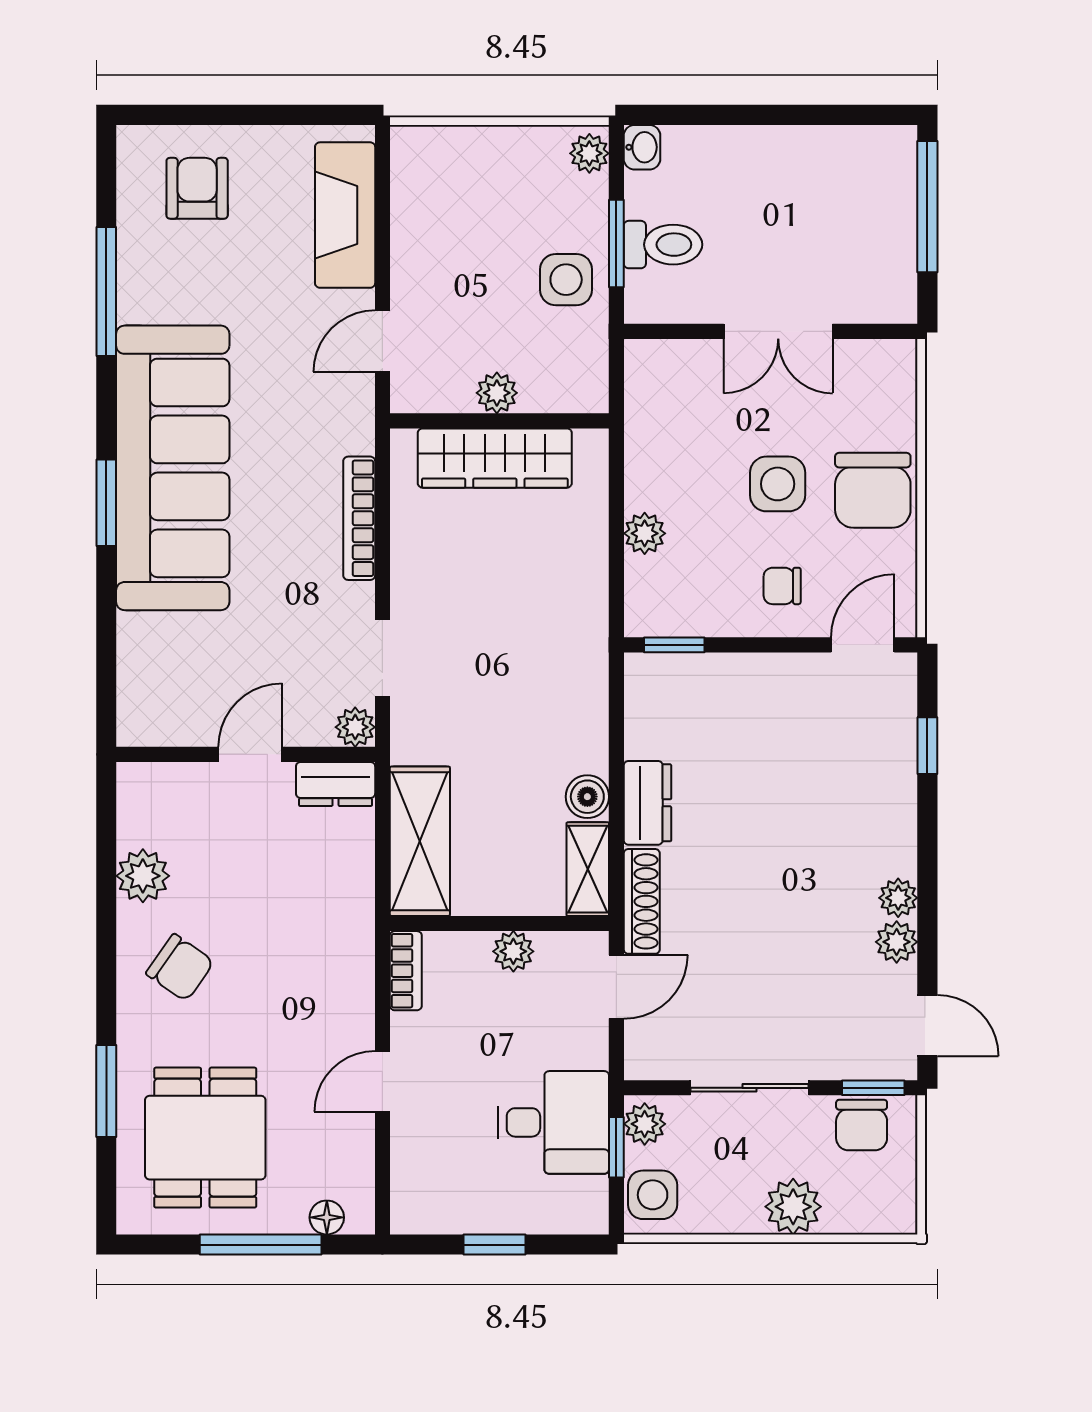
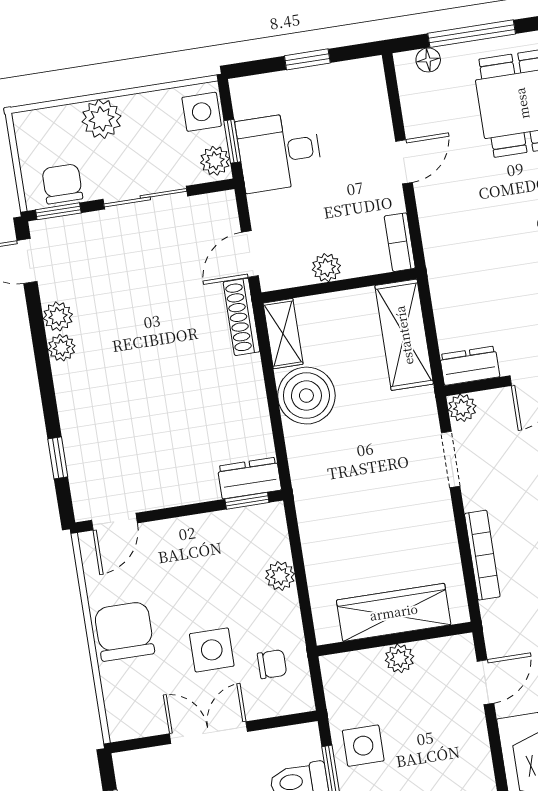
side table: (778, 484) -> (212, 650), moved
chair: (782, 586) -> (272, 664), moved
boiler: (587, 797) -> (306, 396), width x1.86, depth x1.86
dresser: (647, 803) -> (249, 478), moved, turned 90

